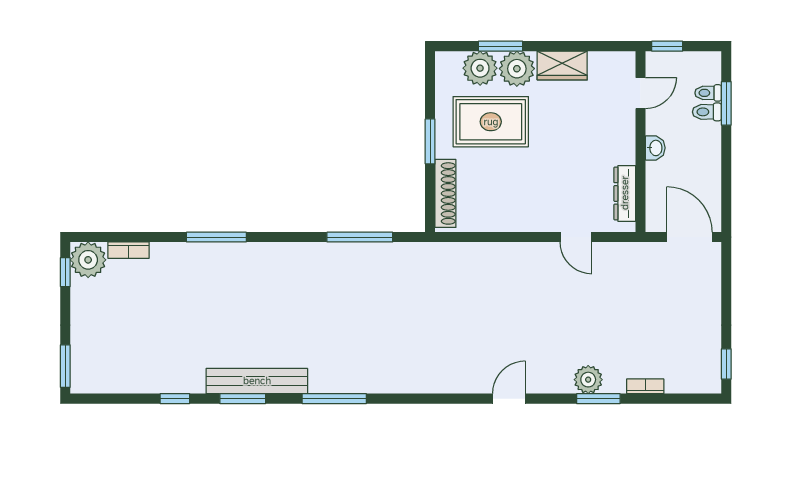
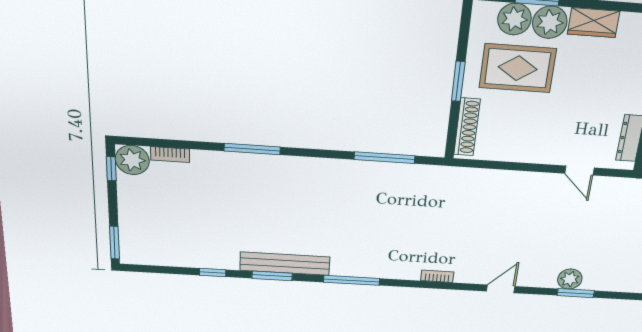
bookcase: (645, 386) -> (437, 276), moved

